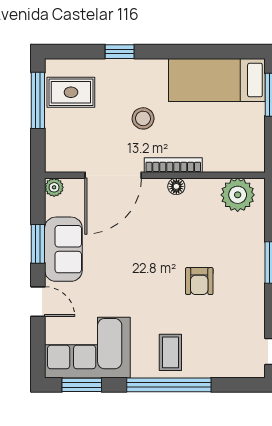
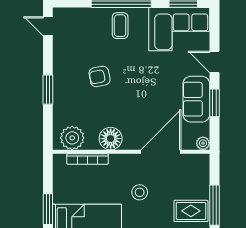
bookcase: (173, 165) -> (88, 159), moved
floor lamp: (176, 186) -> (111, 139), width x1.89, depth x1.89
armchair: (199, 281) -> (100, 76), turned -101

